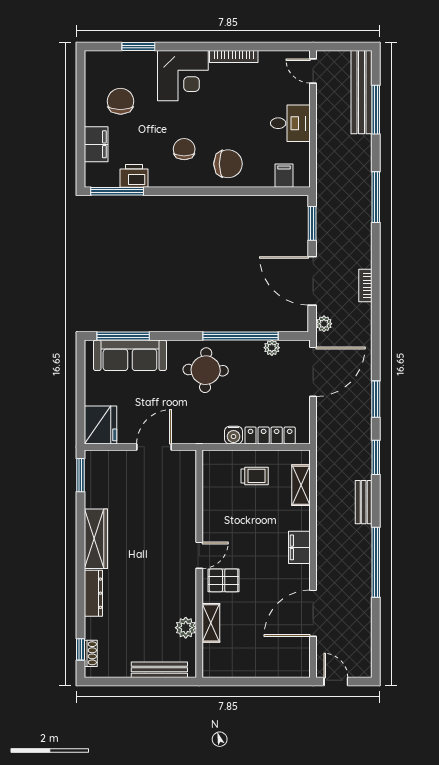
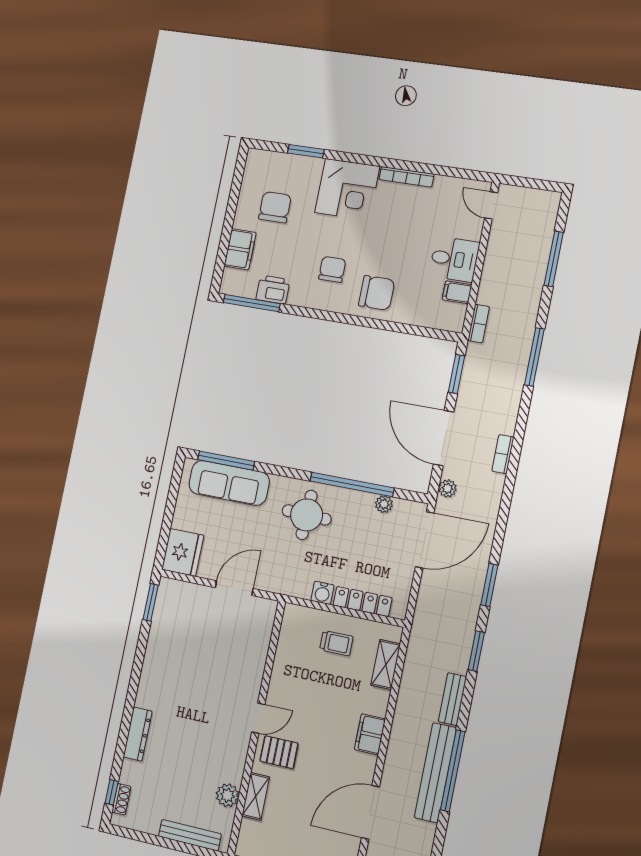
bench: (362, 92) -> (435, 773), moved
filing cabinet: (284, 176) -> (457, 292), moved, turned -90
bookcase: (323, 176) -> (479, 324), added
wardrobe: (96, 539) -> (152, 675), removed

